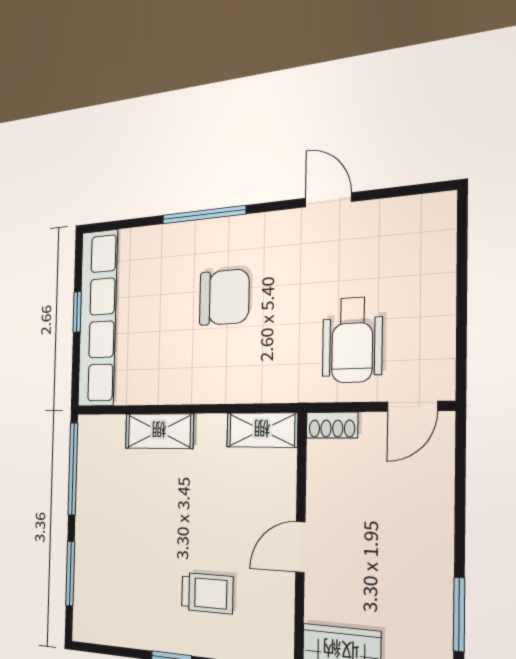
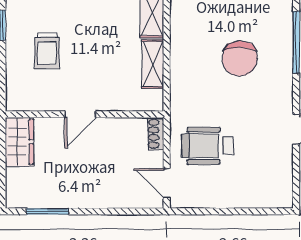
shelving: (262, 430) -> (153, 64), moved
door: (300, 547) -> (80, 114), swing flipped

